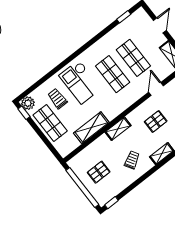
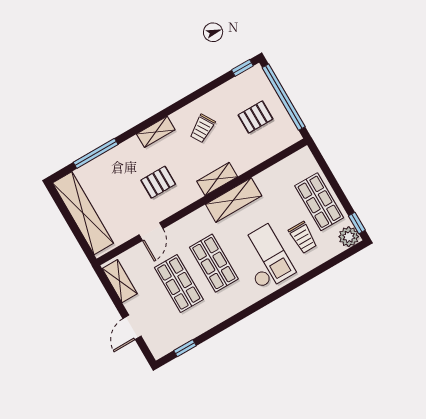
shelving: (91, 128) -> (234, 200), moved

